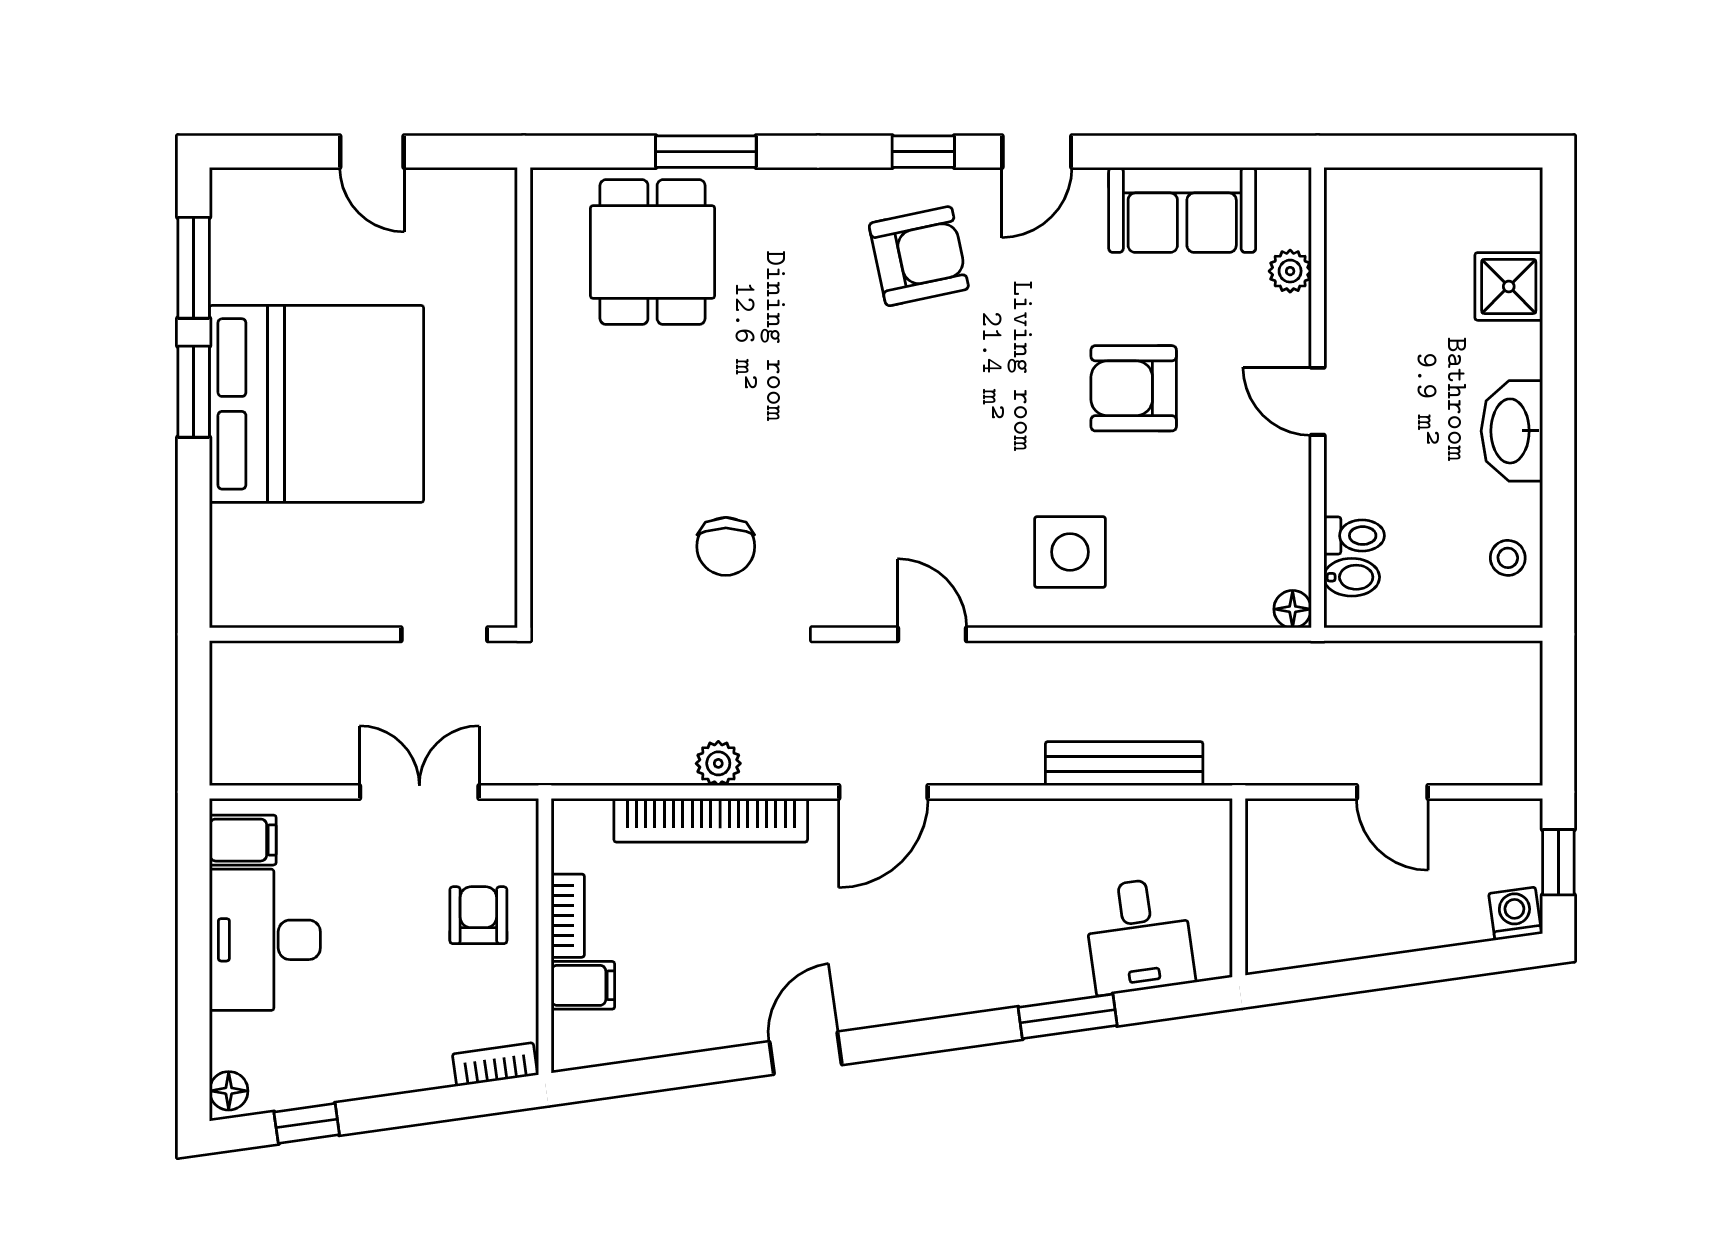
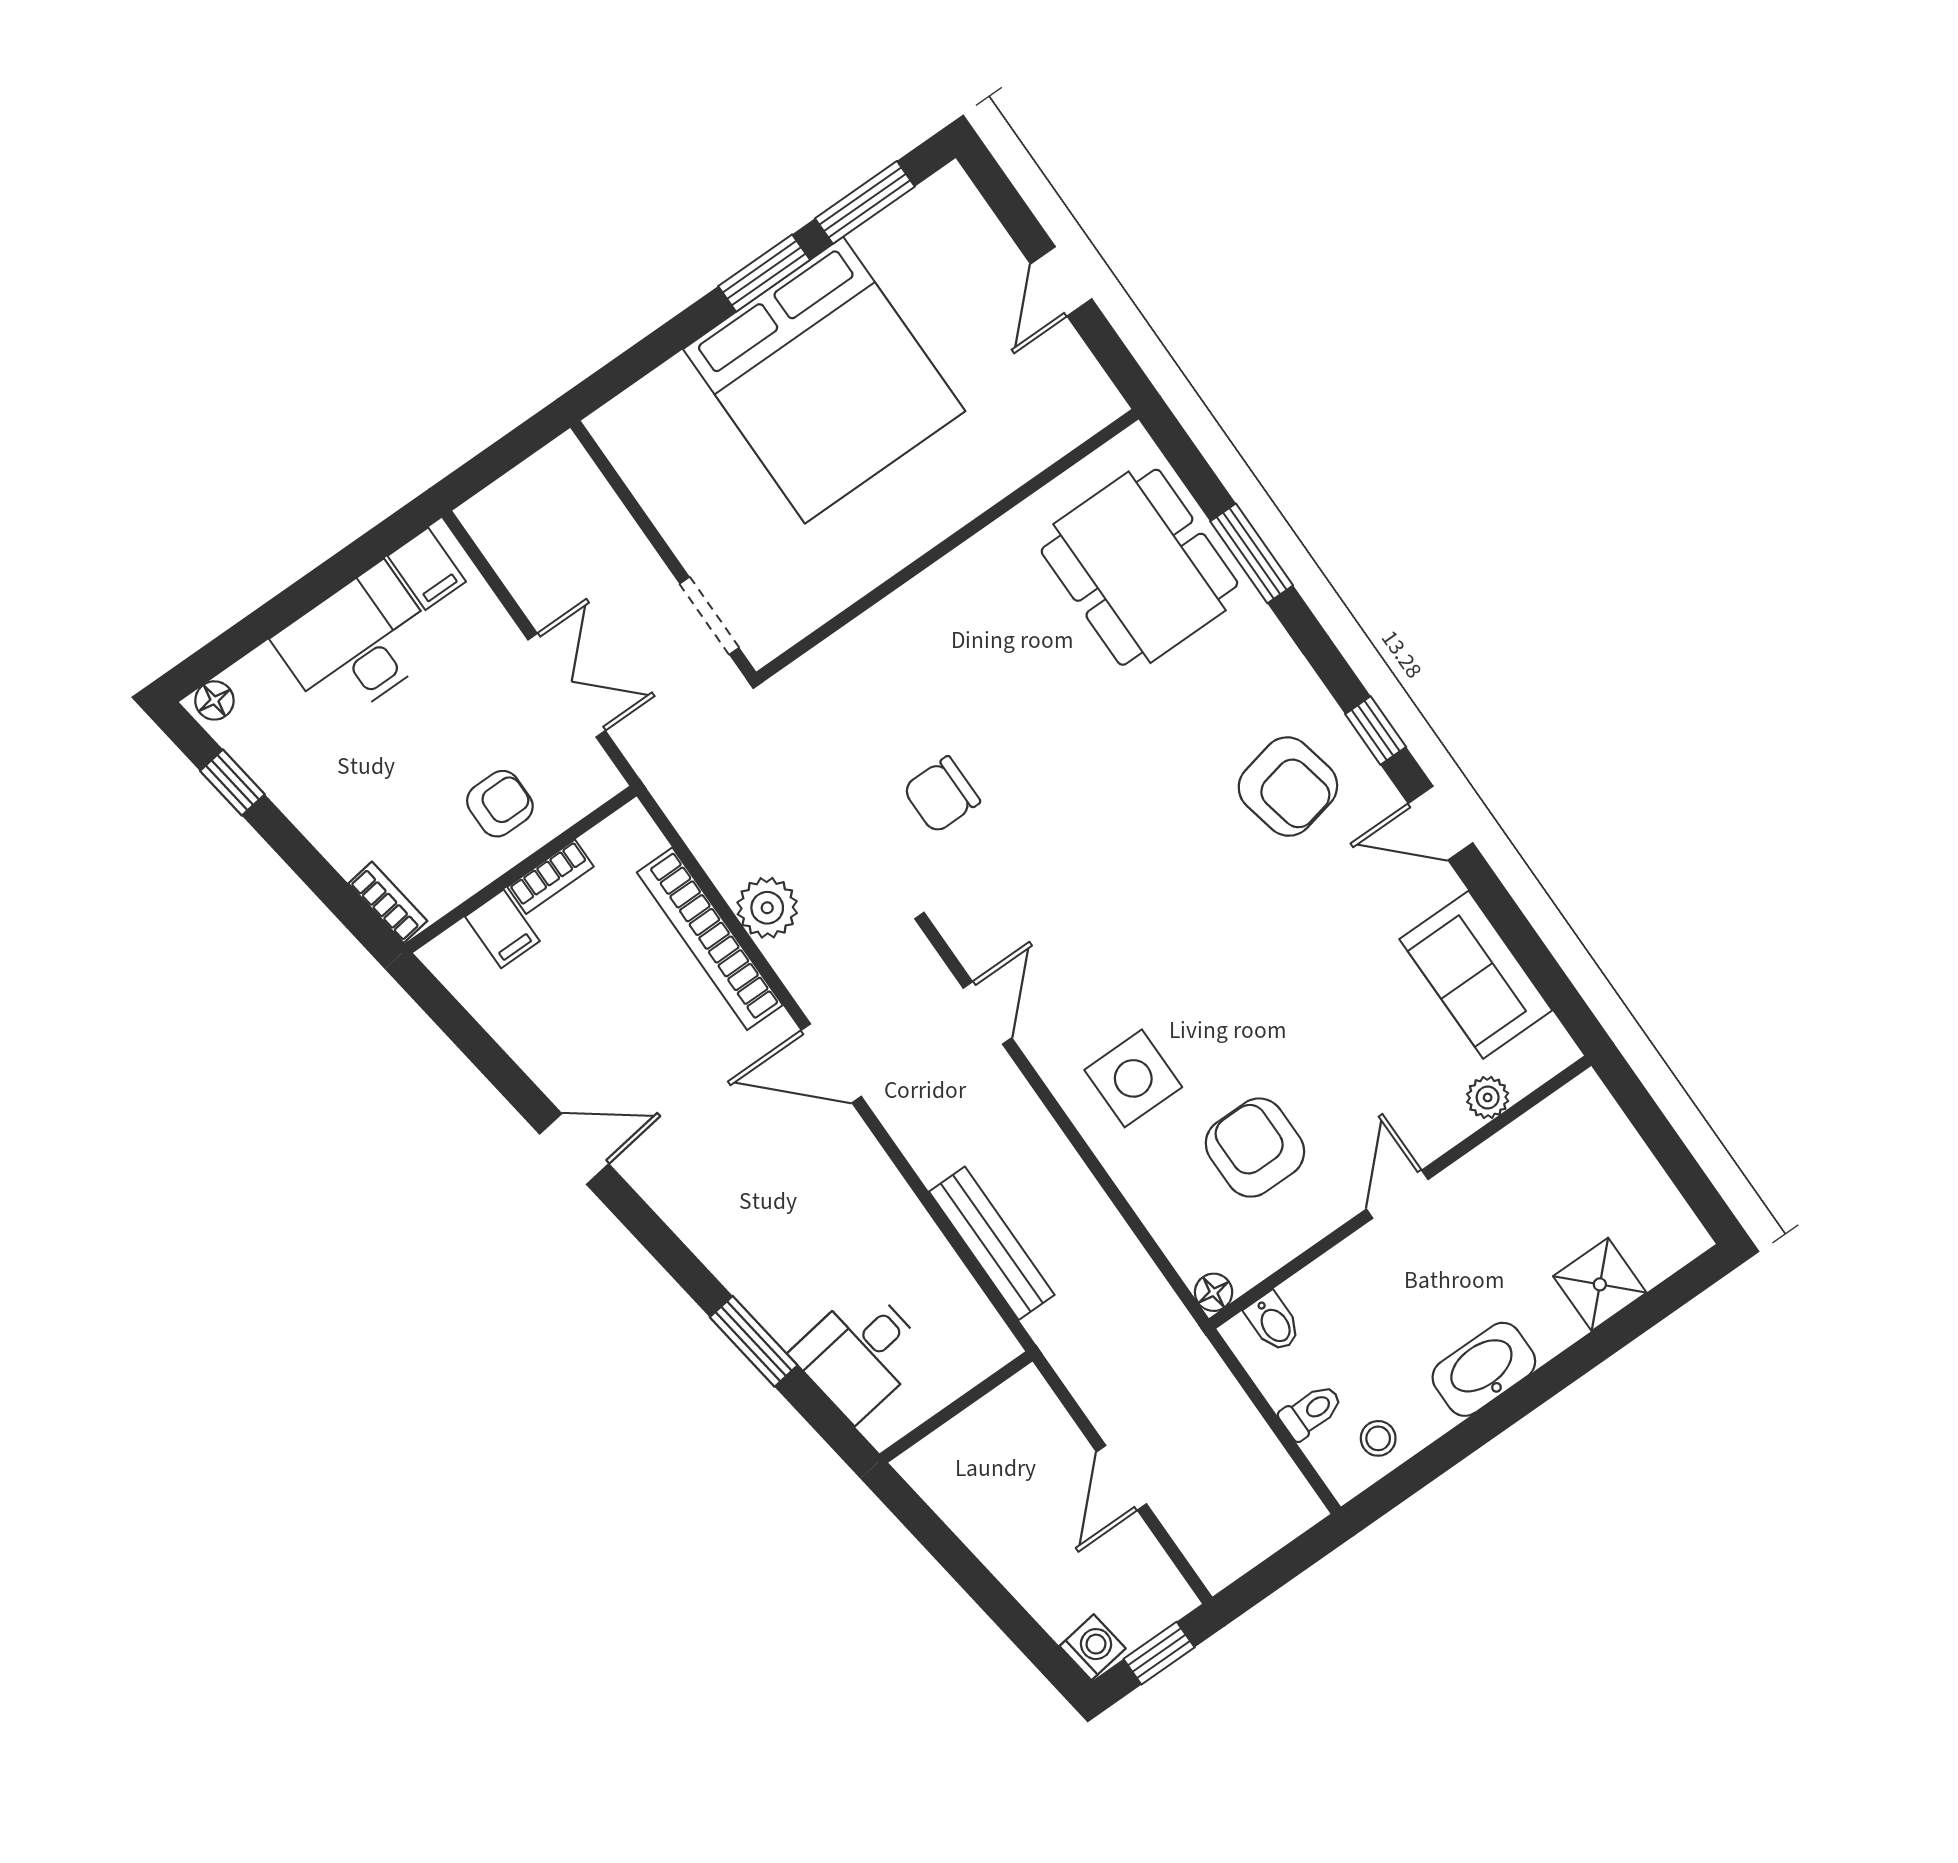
dining table: (653, 252) -> (1139, 567), width x1.38
armchair: (1134, 388) -> (1255, 1148), moved
toilet: (1354, 536) -> (1311, 1412), moved, turned -90
plant: (718, 763) -> (767, 908), width x1.38, depth x1.38

